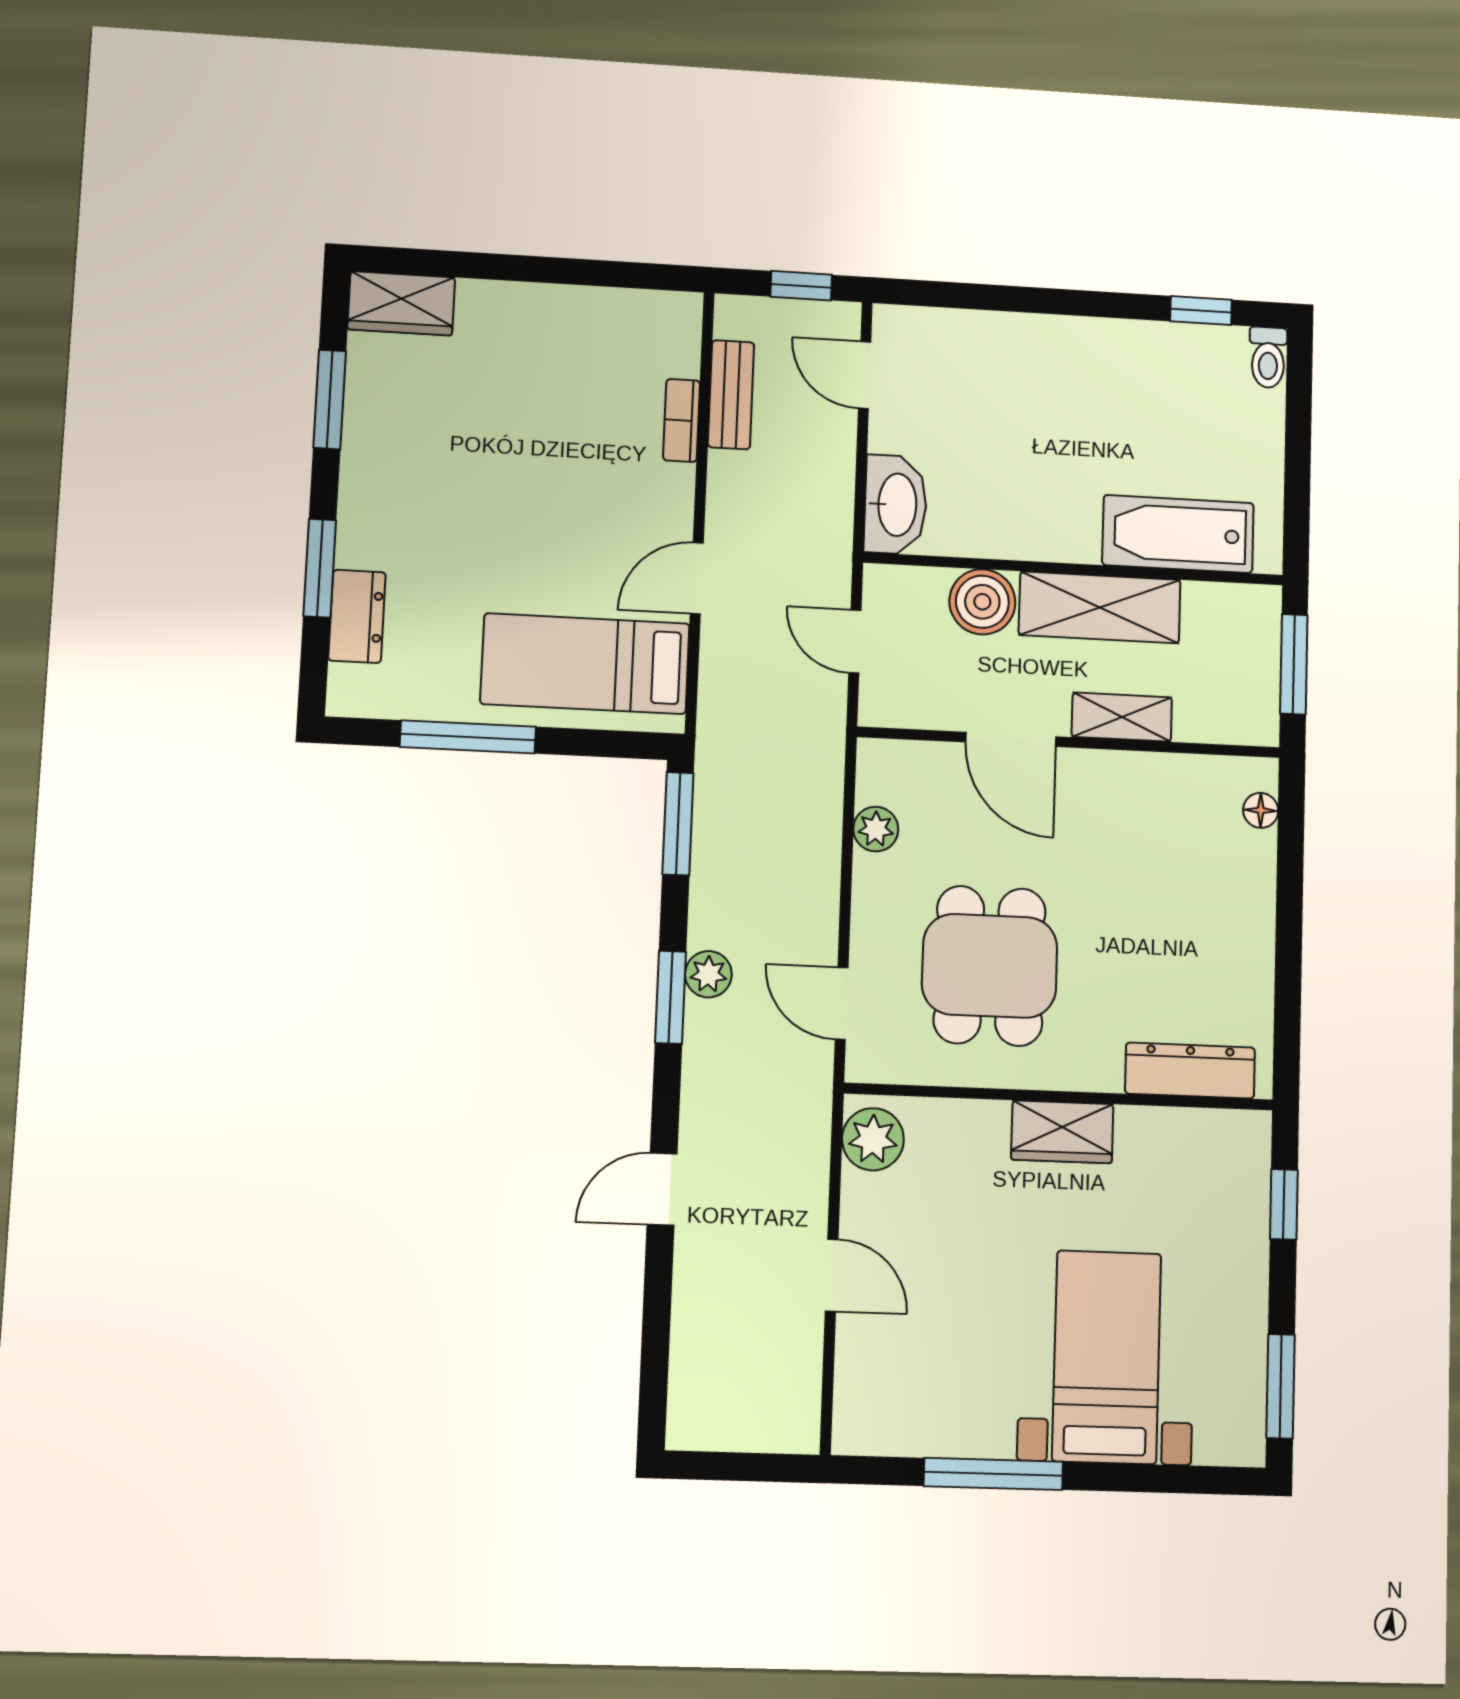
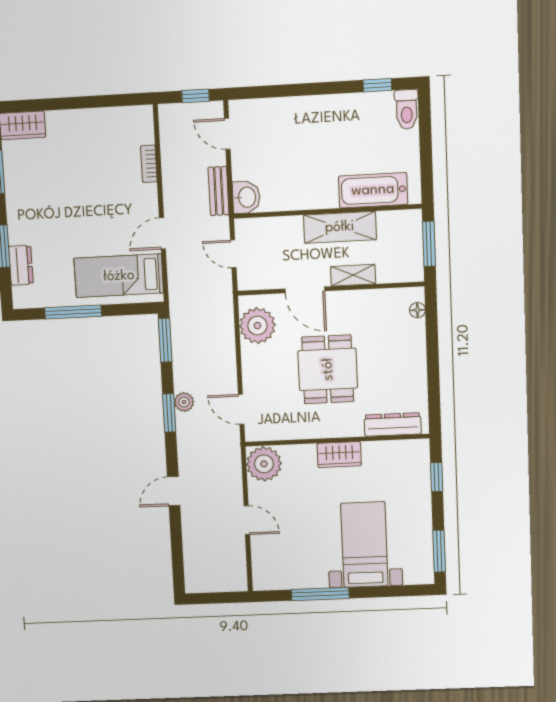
toilet: (1268, 357) -> (407, 109), width x1.37, depth x1.39
bench: (731, 395) -> (219, 191), moved
washbasin: (896, 505) -> (246, 197), width x0.72
boiler: (982, 602) -> (288, 230), removed
plant: (876, 829) -> (257, 326), width x1.88, depth x1.88
dining table: (990, 966) -> (328, 369), moved
plant: (873, 1139) -> (264, 464), width x1.36, depth x1.36

